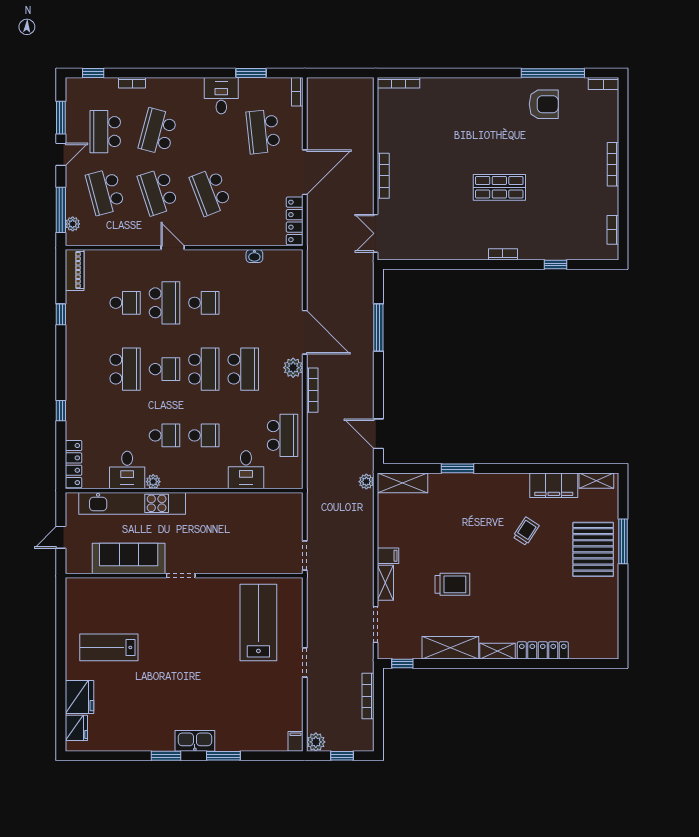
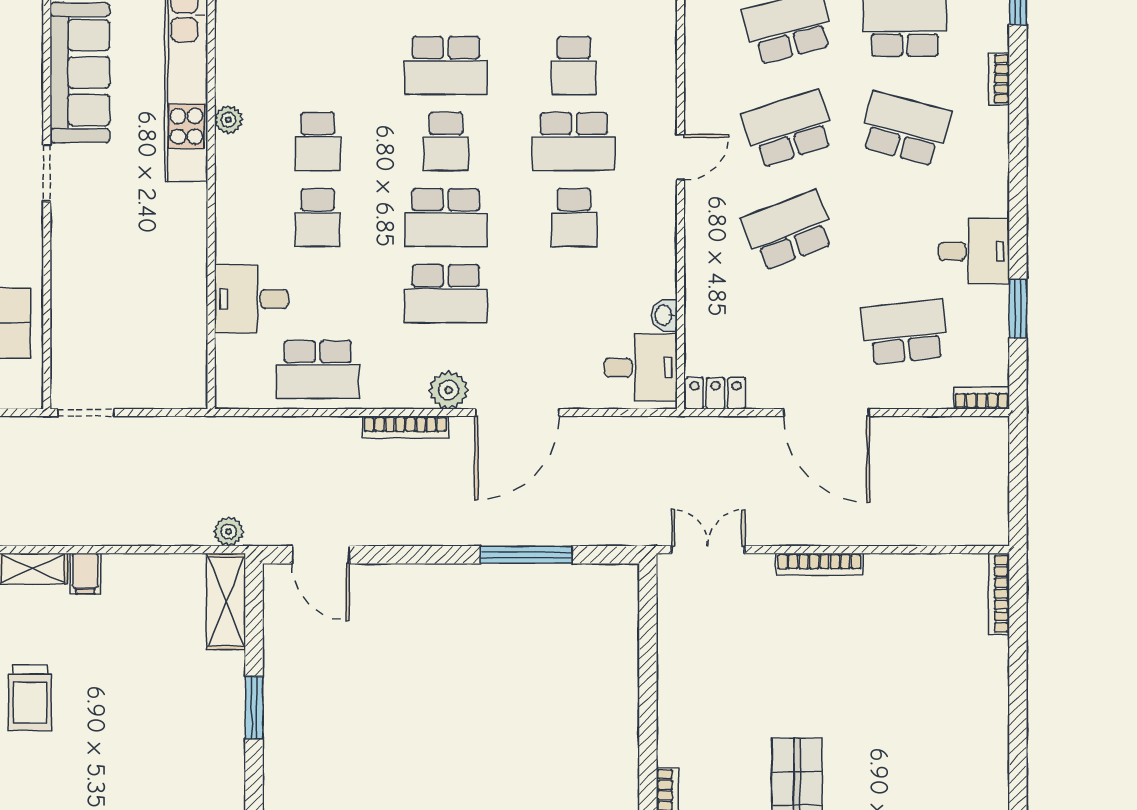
locker: (295, 221) -> (715, 393), width x0.66
door: (378, 434) -> (321, 555), swing flipped
desk: (127, 470) -> (641, 368), moved, turned 180

